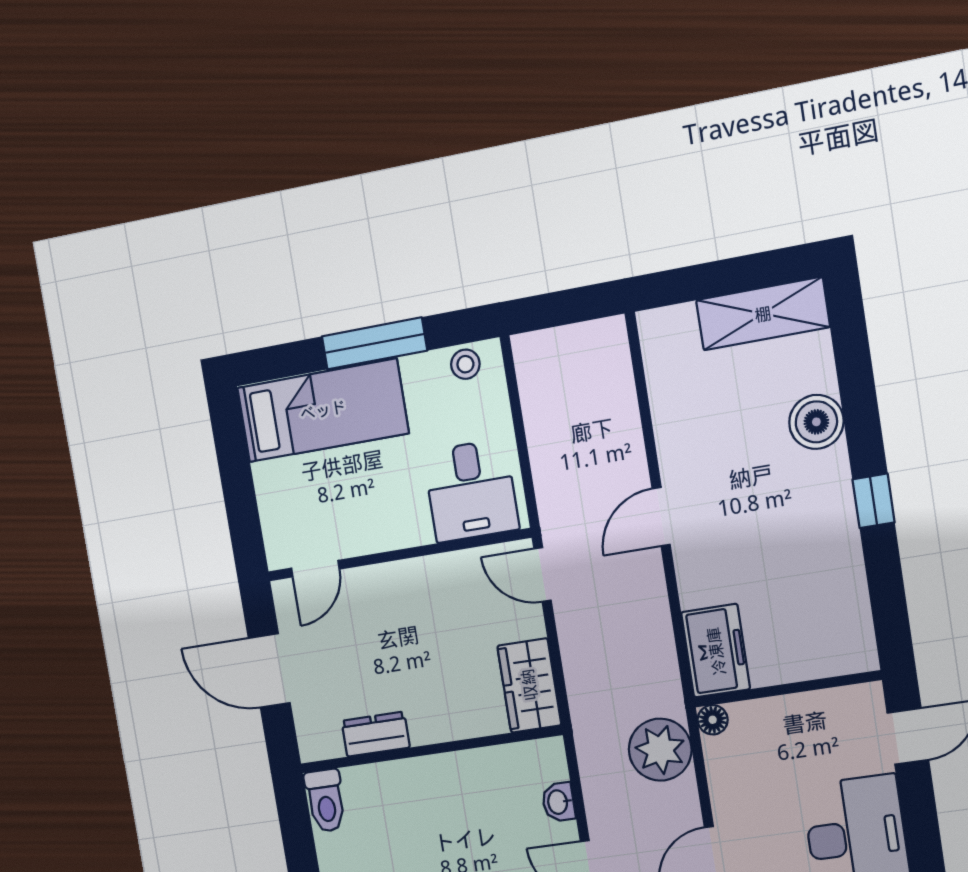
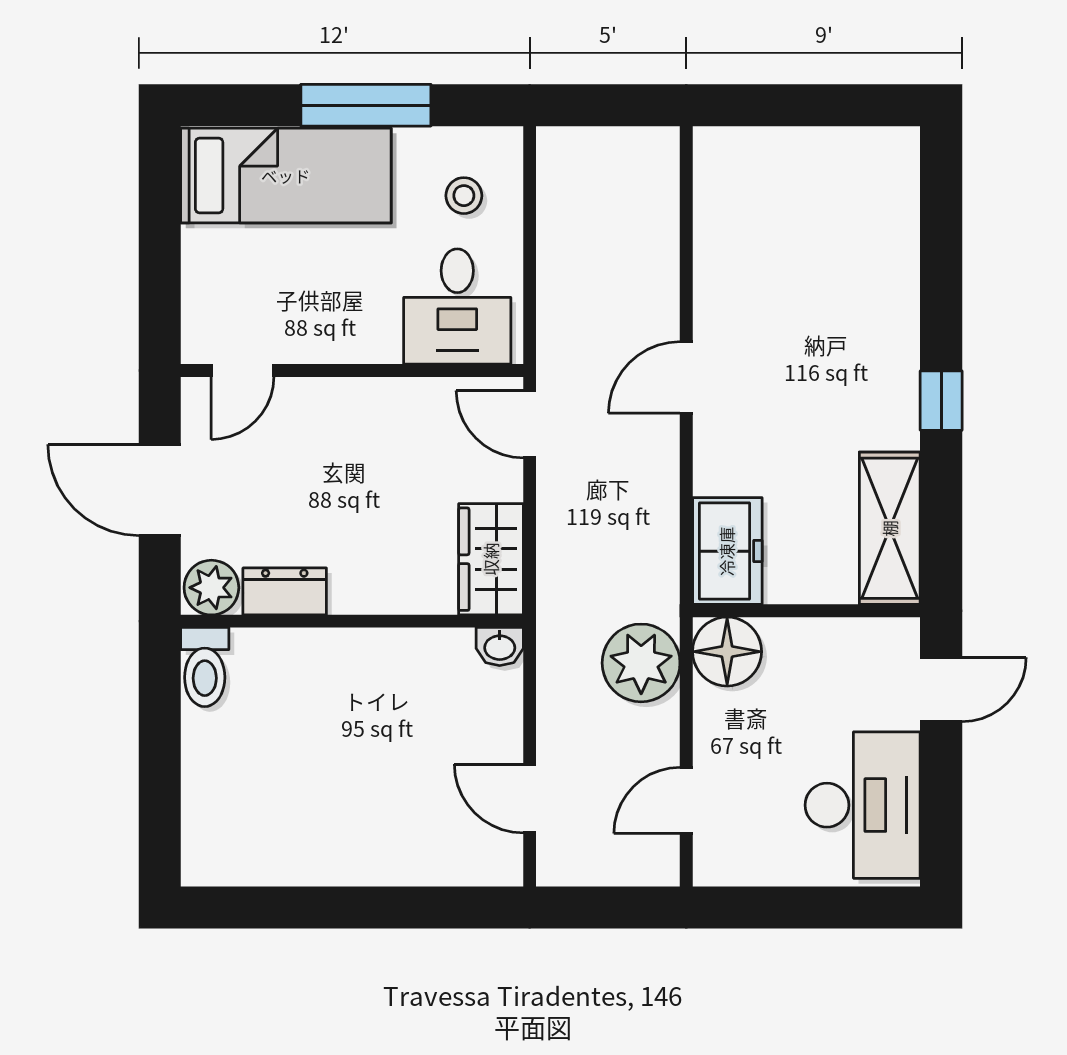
shelving: (763, 314) -> (890, 528), moved, turned 90
stool: (465, 364) -> (464, 196), moved
boiler: (816, 422) -> (888, 296), removed
floor lamp: (713, 720) -> (727, 652), width x1.89, depth x1.89
plant: (320, 739) -> (211, 588), added
washbasin: (558, 802) -> (500, 647), moved, turned -90

